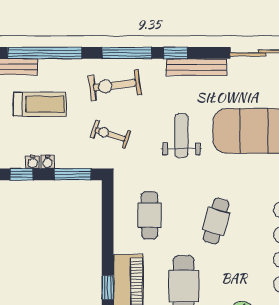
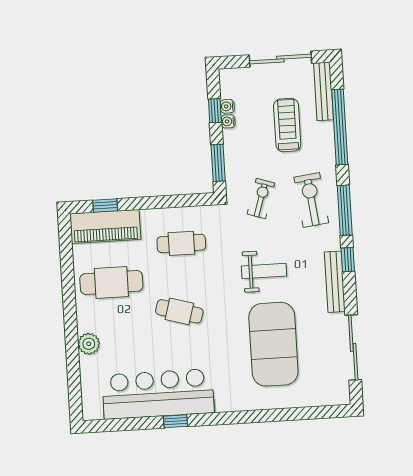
treadmill: (40, 104) -> (287, 125), turned 180
water cooler: (47, 162) -> (227, 106), moved

